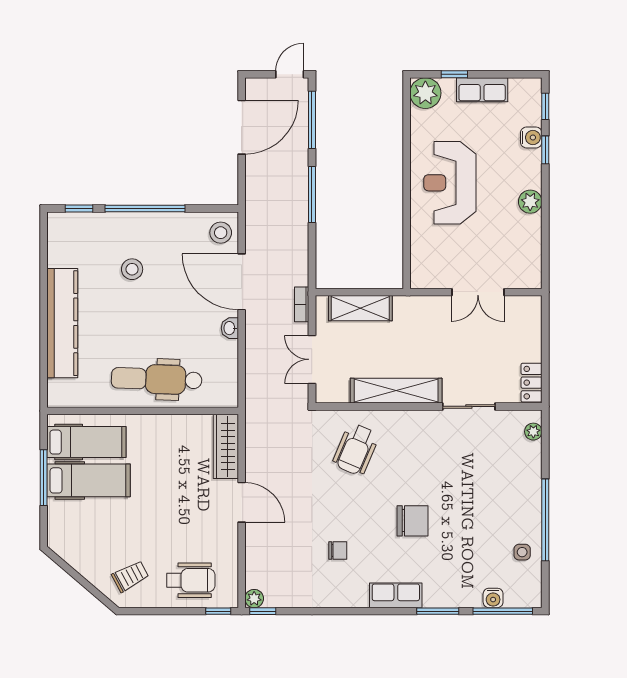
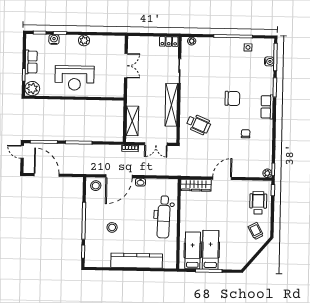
chair: (412, 521) -> (232, 98), turned 90

